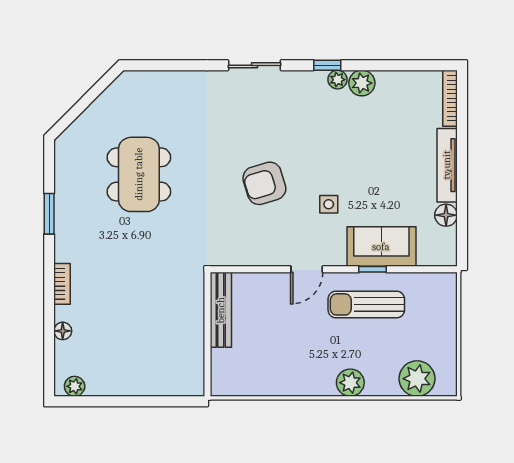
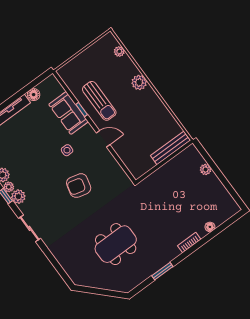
plant: (313, 83) -> (18, 197), added
armchair: (264, 183) -> (79, 186), turned 121
bench: (221, 310) -> (170, 148), moved
plant: (417, 379) -> (119, 51), width x0.53, depth x0.53
plant: (75, 386) -> (206, 169), moved

